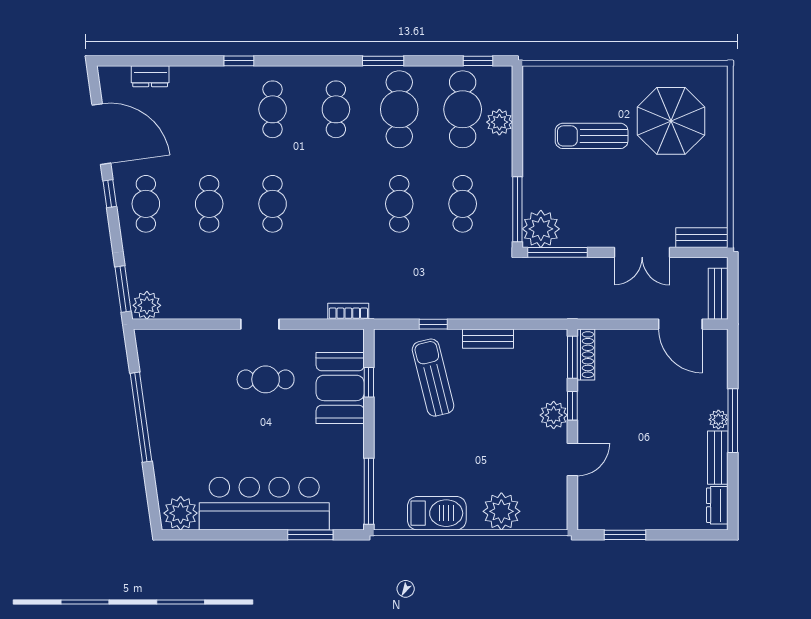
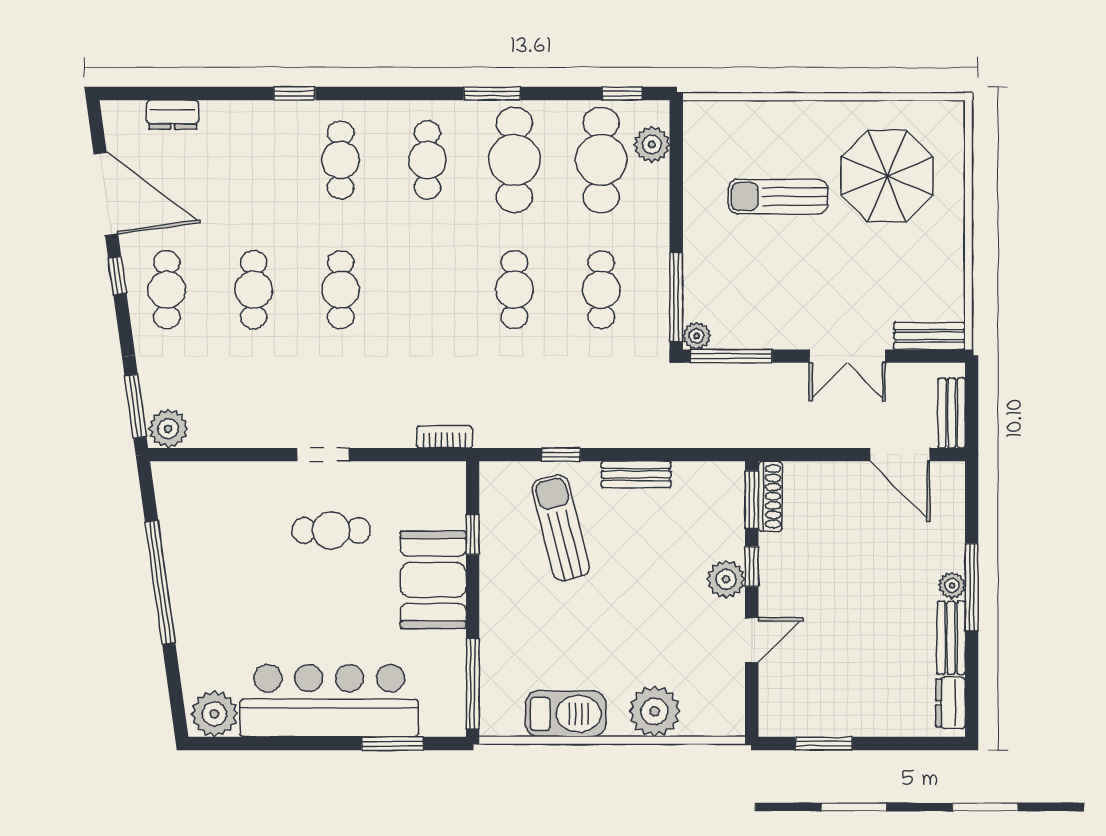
plant: (499, 122) -> (652, 144), moved
plant: (541, 229) -> (696, 336), width x0.53, depth x0.53
booth: (340, 388) -> (433, 580), moved

